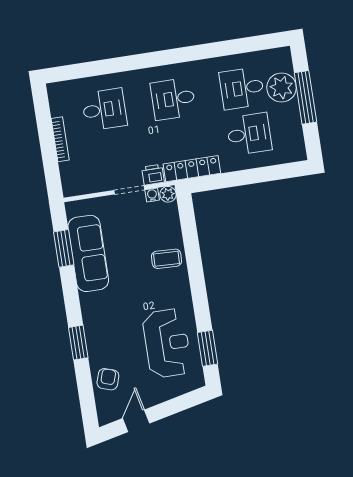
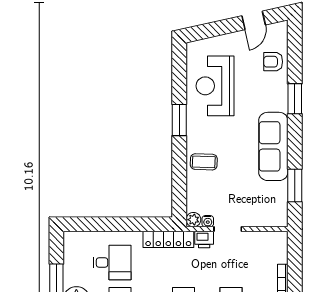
desk: (249, 134) -> (112, 263), turned 180
sofa: (88, 253) -> (273, 146), moved
window: (208, 348) -> (179, 120), moved
armchair: (108, 379) -> (273, 62), turned 72

